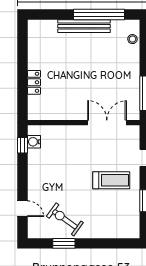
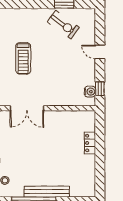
treadmill: (111, 180) -> (23, 58), turned -90
door: (23, 209) -> (100, 52), moved

